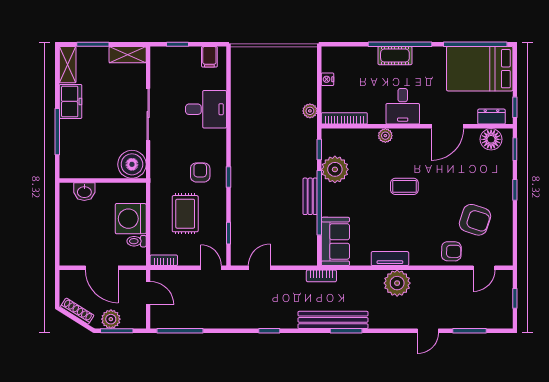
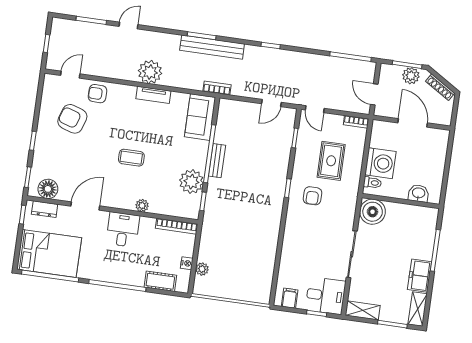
cot: (395, 56) -> (160, 281), moved
desk: (206, 109) -> (325, 296), moved, turned 180
plant: (310, 111) -> (202, 269), moved
toilet: (137, 241) -> (372, 183), moved

